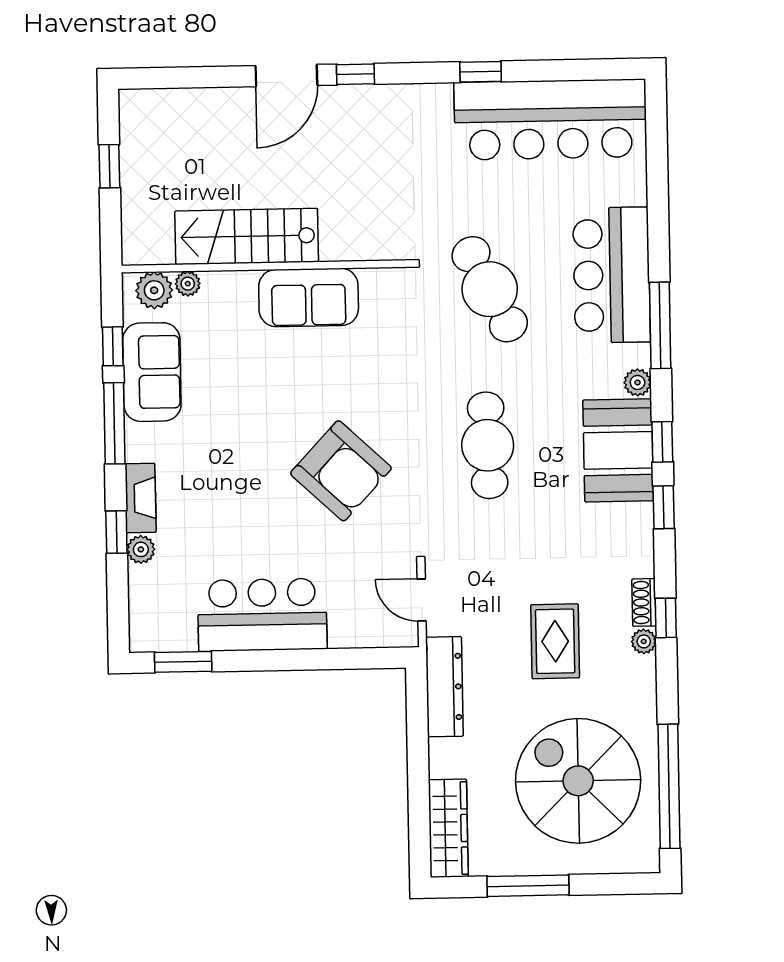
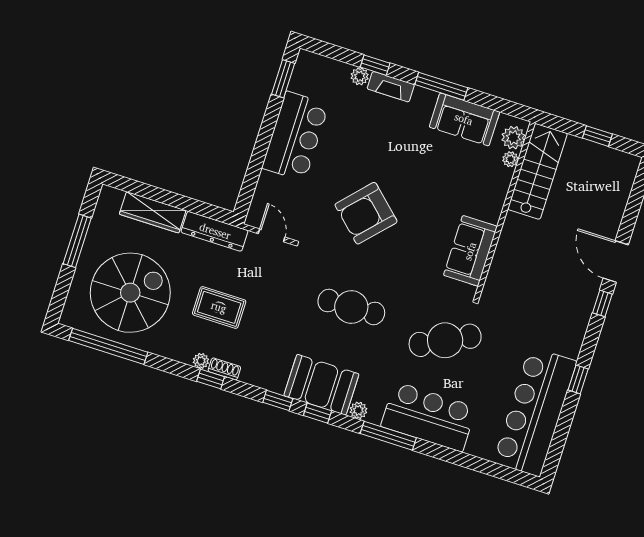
stairs: (247, 236) -> (537, 171), moved
sofa: (309, 297) -> (470, 251), moved
window: (113, 346) -> (488, 101), removed
door: (422, 600) -> (272, 235), hinge flipped
wardrobe: (448, 828) -> (153, 212), moved

